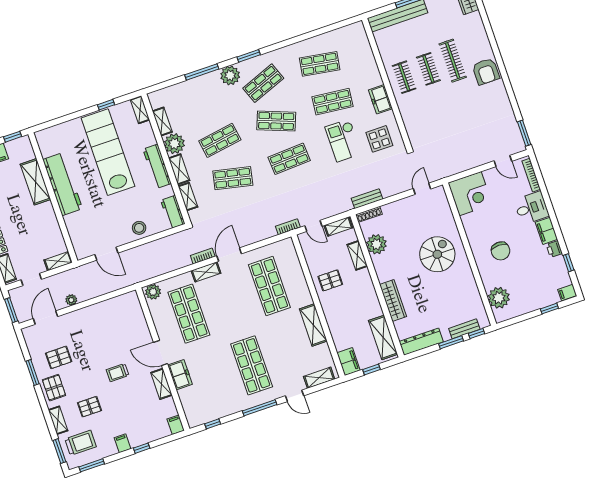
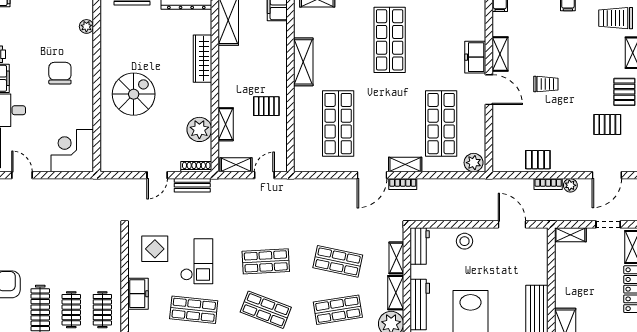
door: (422, 189) -> (157, 175), moved
door: (313, 226) -> (264, 175), hinge flipped
bookcase: (288, 227) -> (548, 184), moved
spiral stairs: (437, 254) -> (134, 94), turned 180
plant: (499, 298) -> (86, 26), width x0.53, depth x0.53
pallet: (89, 407) -> (538, 160), moved

